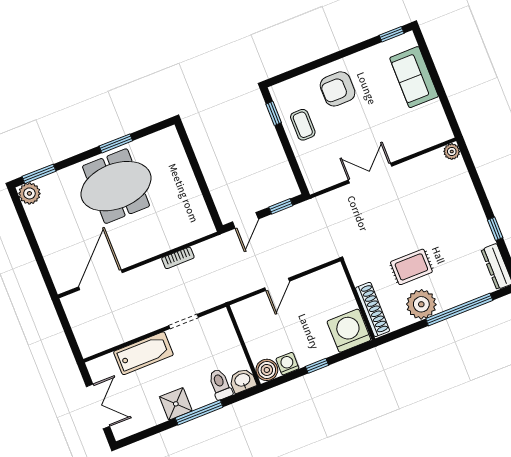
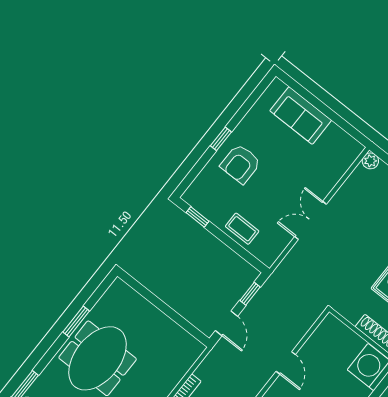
window: (392, 34) -> (221, 139), moved
coffee table: (303, 125) -> (242, 229), moved

